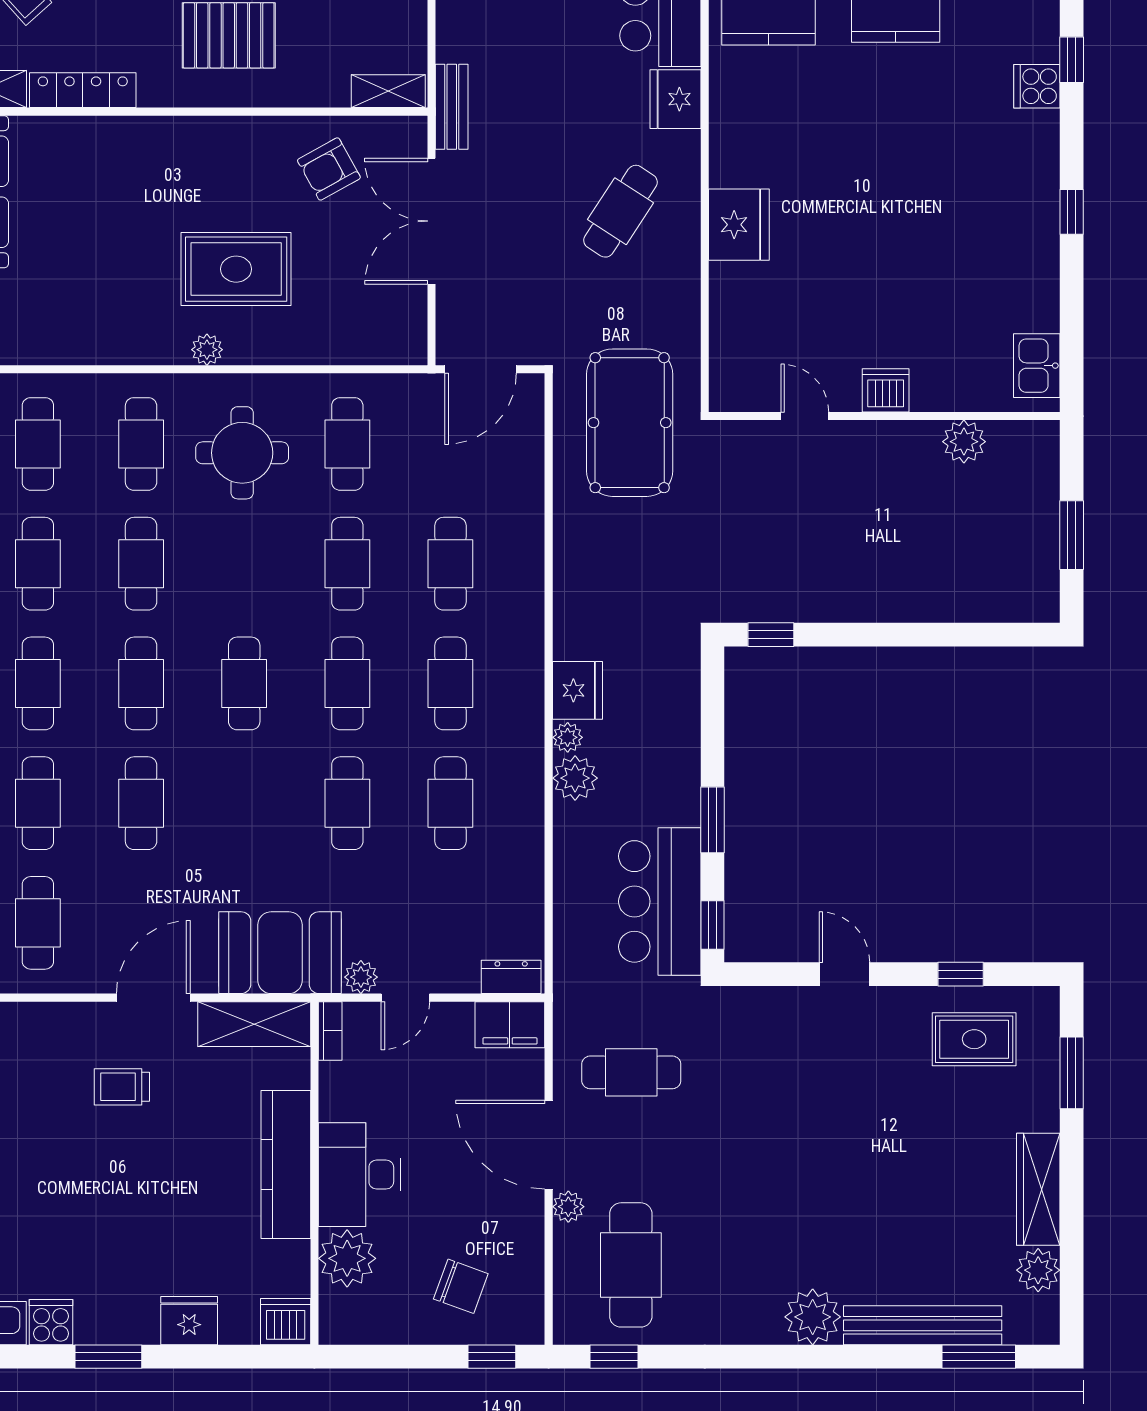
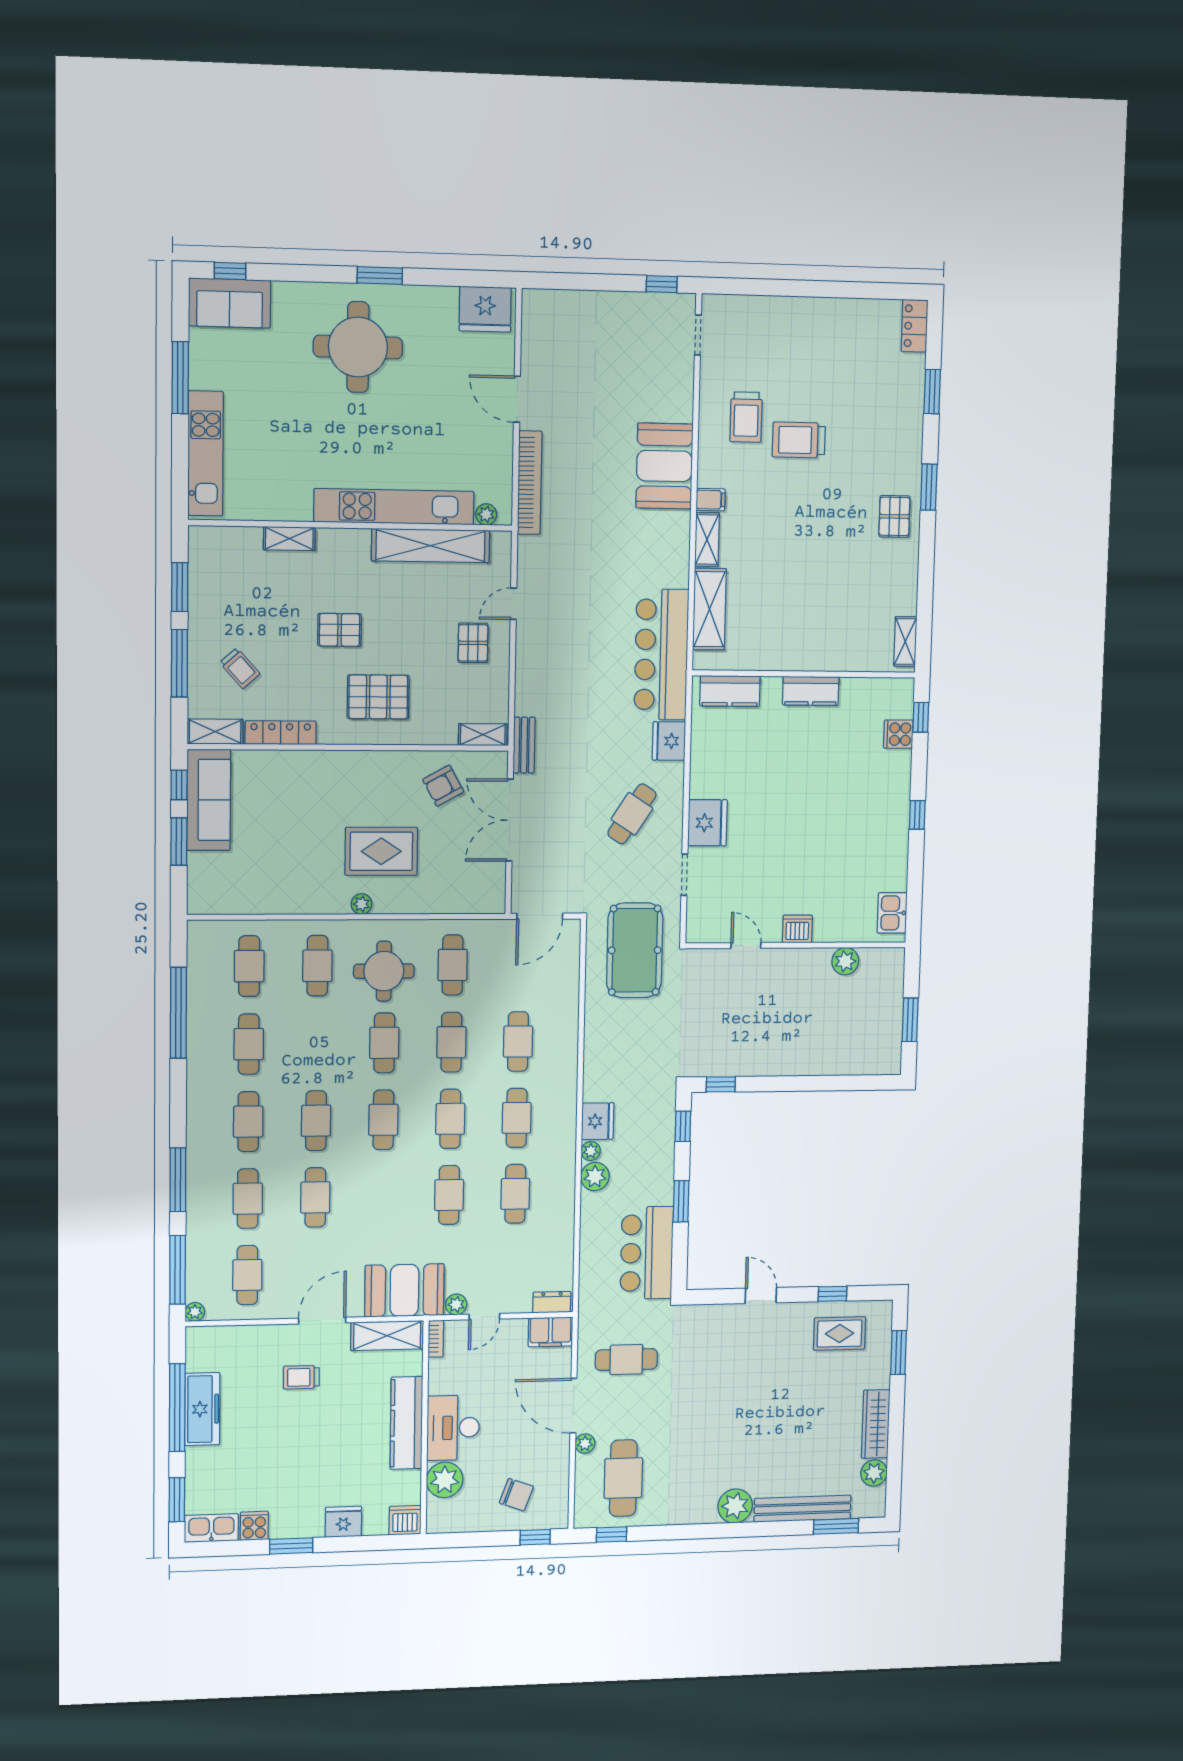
doorway: (705, 305) -> (684, 875), added
cafe table: (141, 564) -> (384, 1043), moved
window: (713, 925) -> (683, 1126), moved

